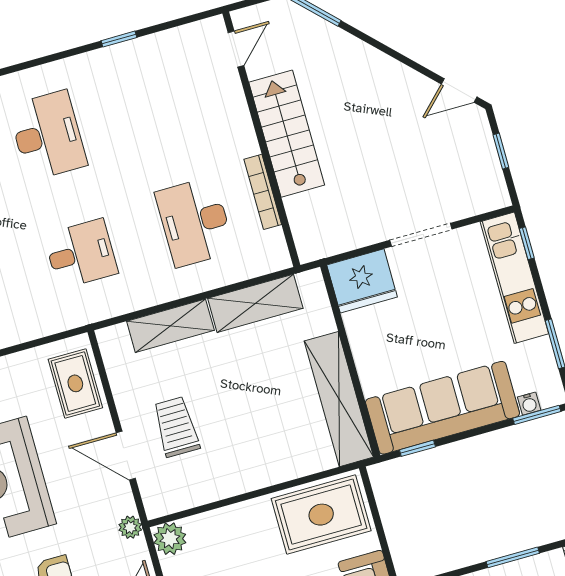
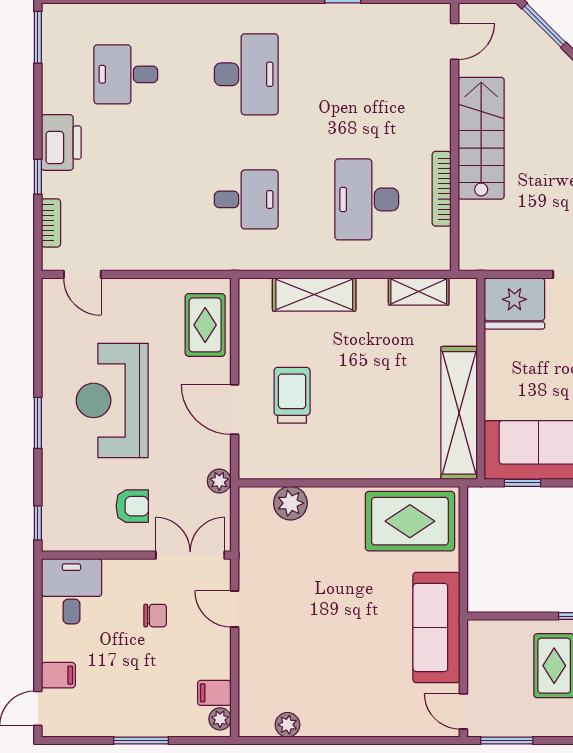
shelving: (255, 303) -> (419, 291), width x0.67, depth x0.75
plant: (170, 539) -> (290, 503), moved

